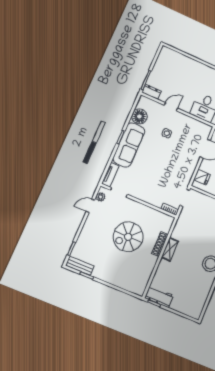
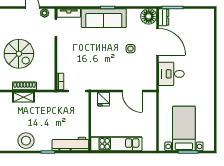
door: (171, 107) -> (158, 42), width x1.87
floor lamp: (139, 116) -> (149, 16), moved
spiral stairs: (128, 237) -> (19, 54), turned 180

